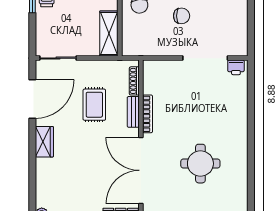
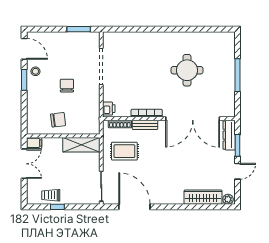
window: (251, 30) -> (79, 29), added
printer: (236, 67) -> (109, 109), moved
rug: (94, 105) -> (124, 151), moved
wardrobe: (44, 142) -> (203, 197), moved, width x1.50

